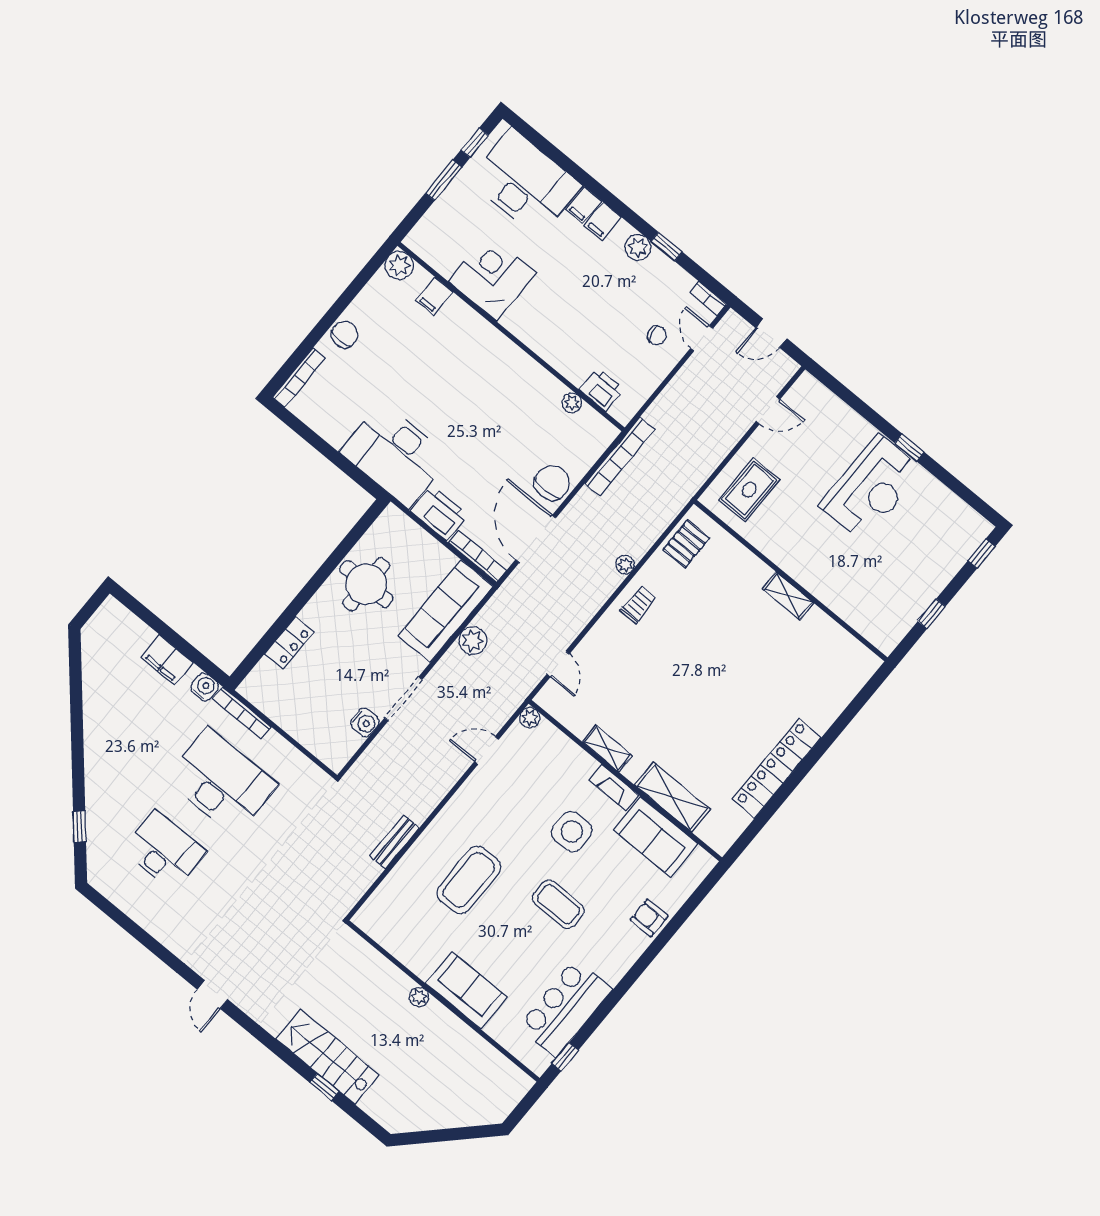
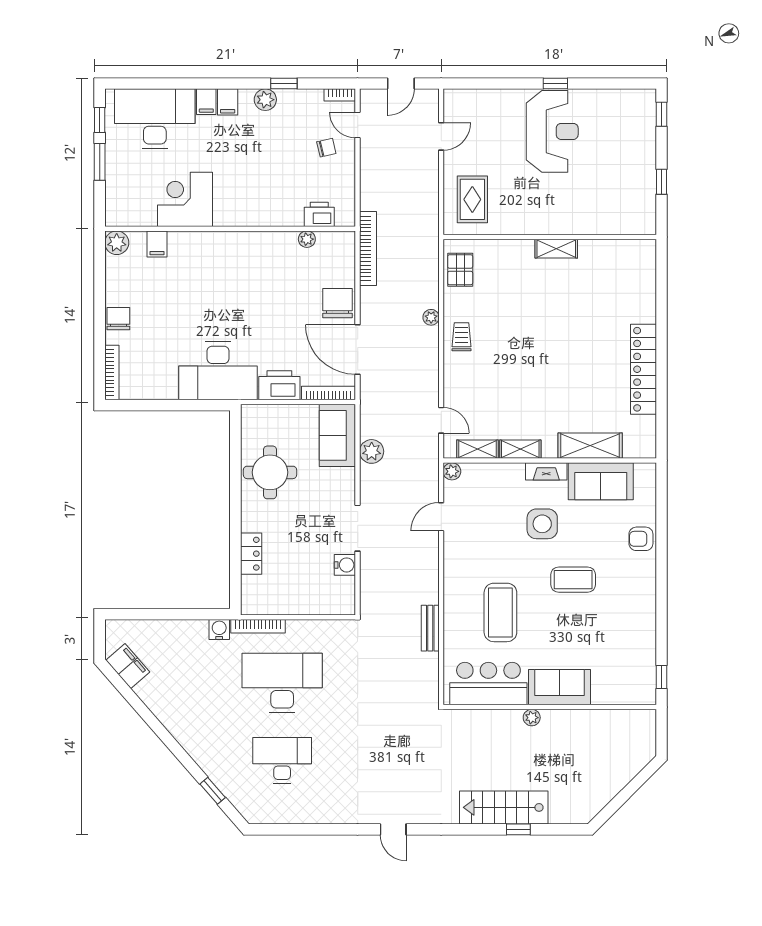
sofa: (446, 611) -> (337, 435), width x0.73
filing cabinet: (167, 660) -> (128, 666), moved, turned -131
shelving: (569, 717) -> (477, 449), added
bar counter: (565, 1008) -> (488, 684), moved, turned 90

